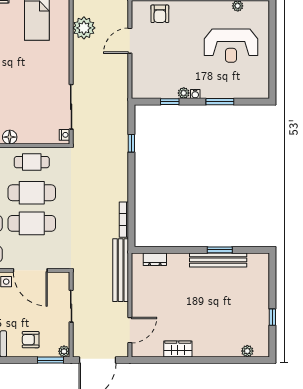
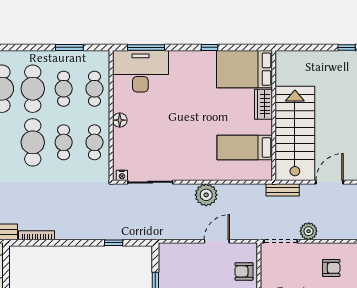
plant: (84, 28) -> (206, 195), moved
door: (130, 41) -> (217, 241), hinge flipped
cafe table: (32, 193) -> (64, 142), width x0.73, depth x0.74

